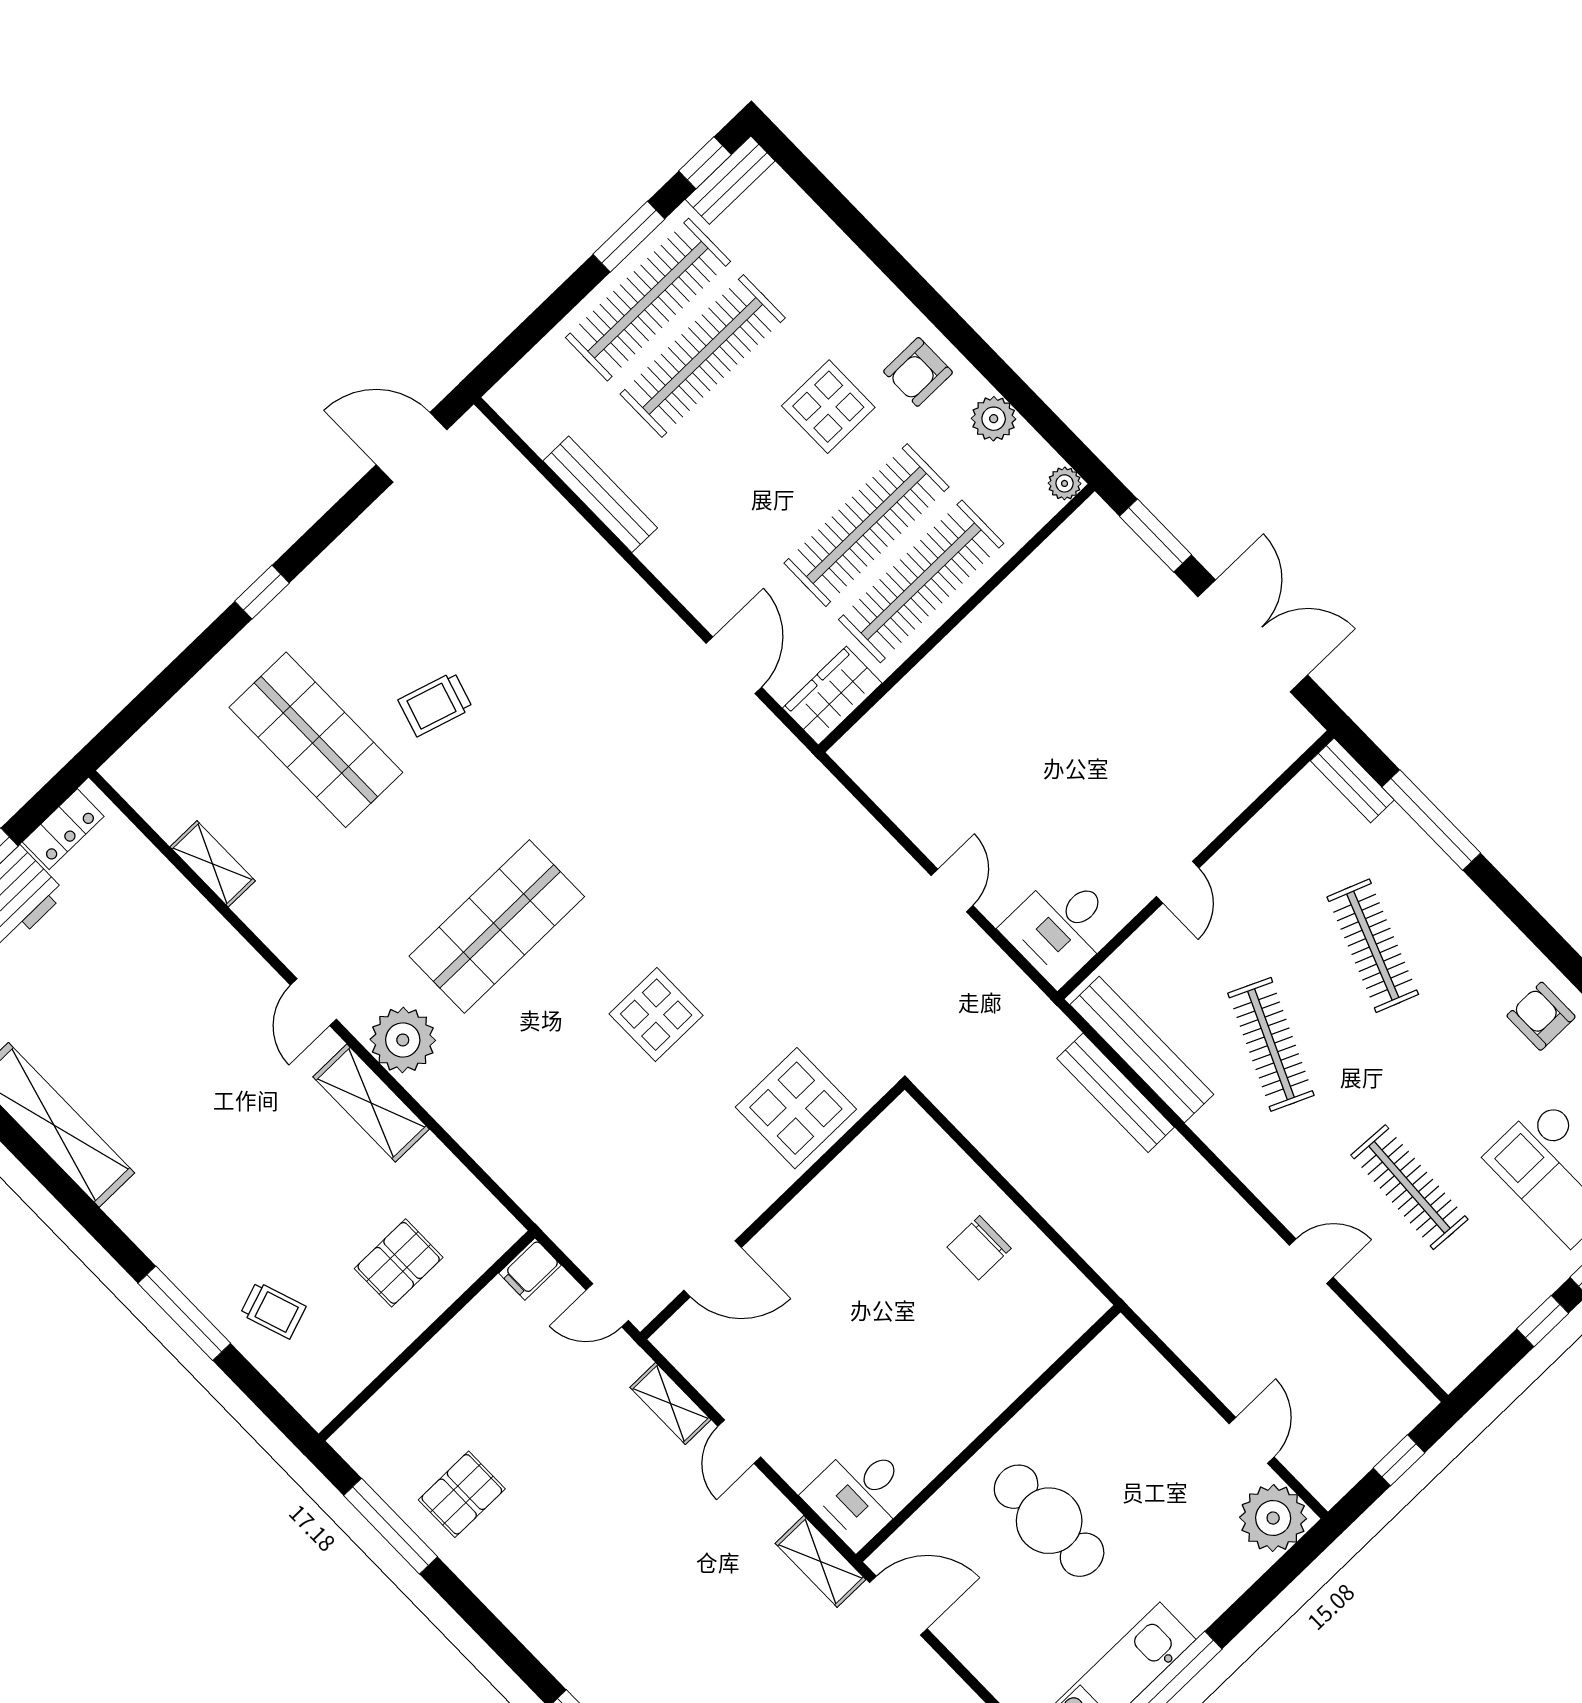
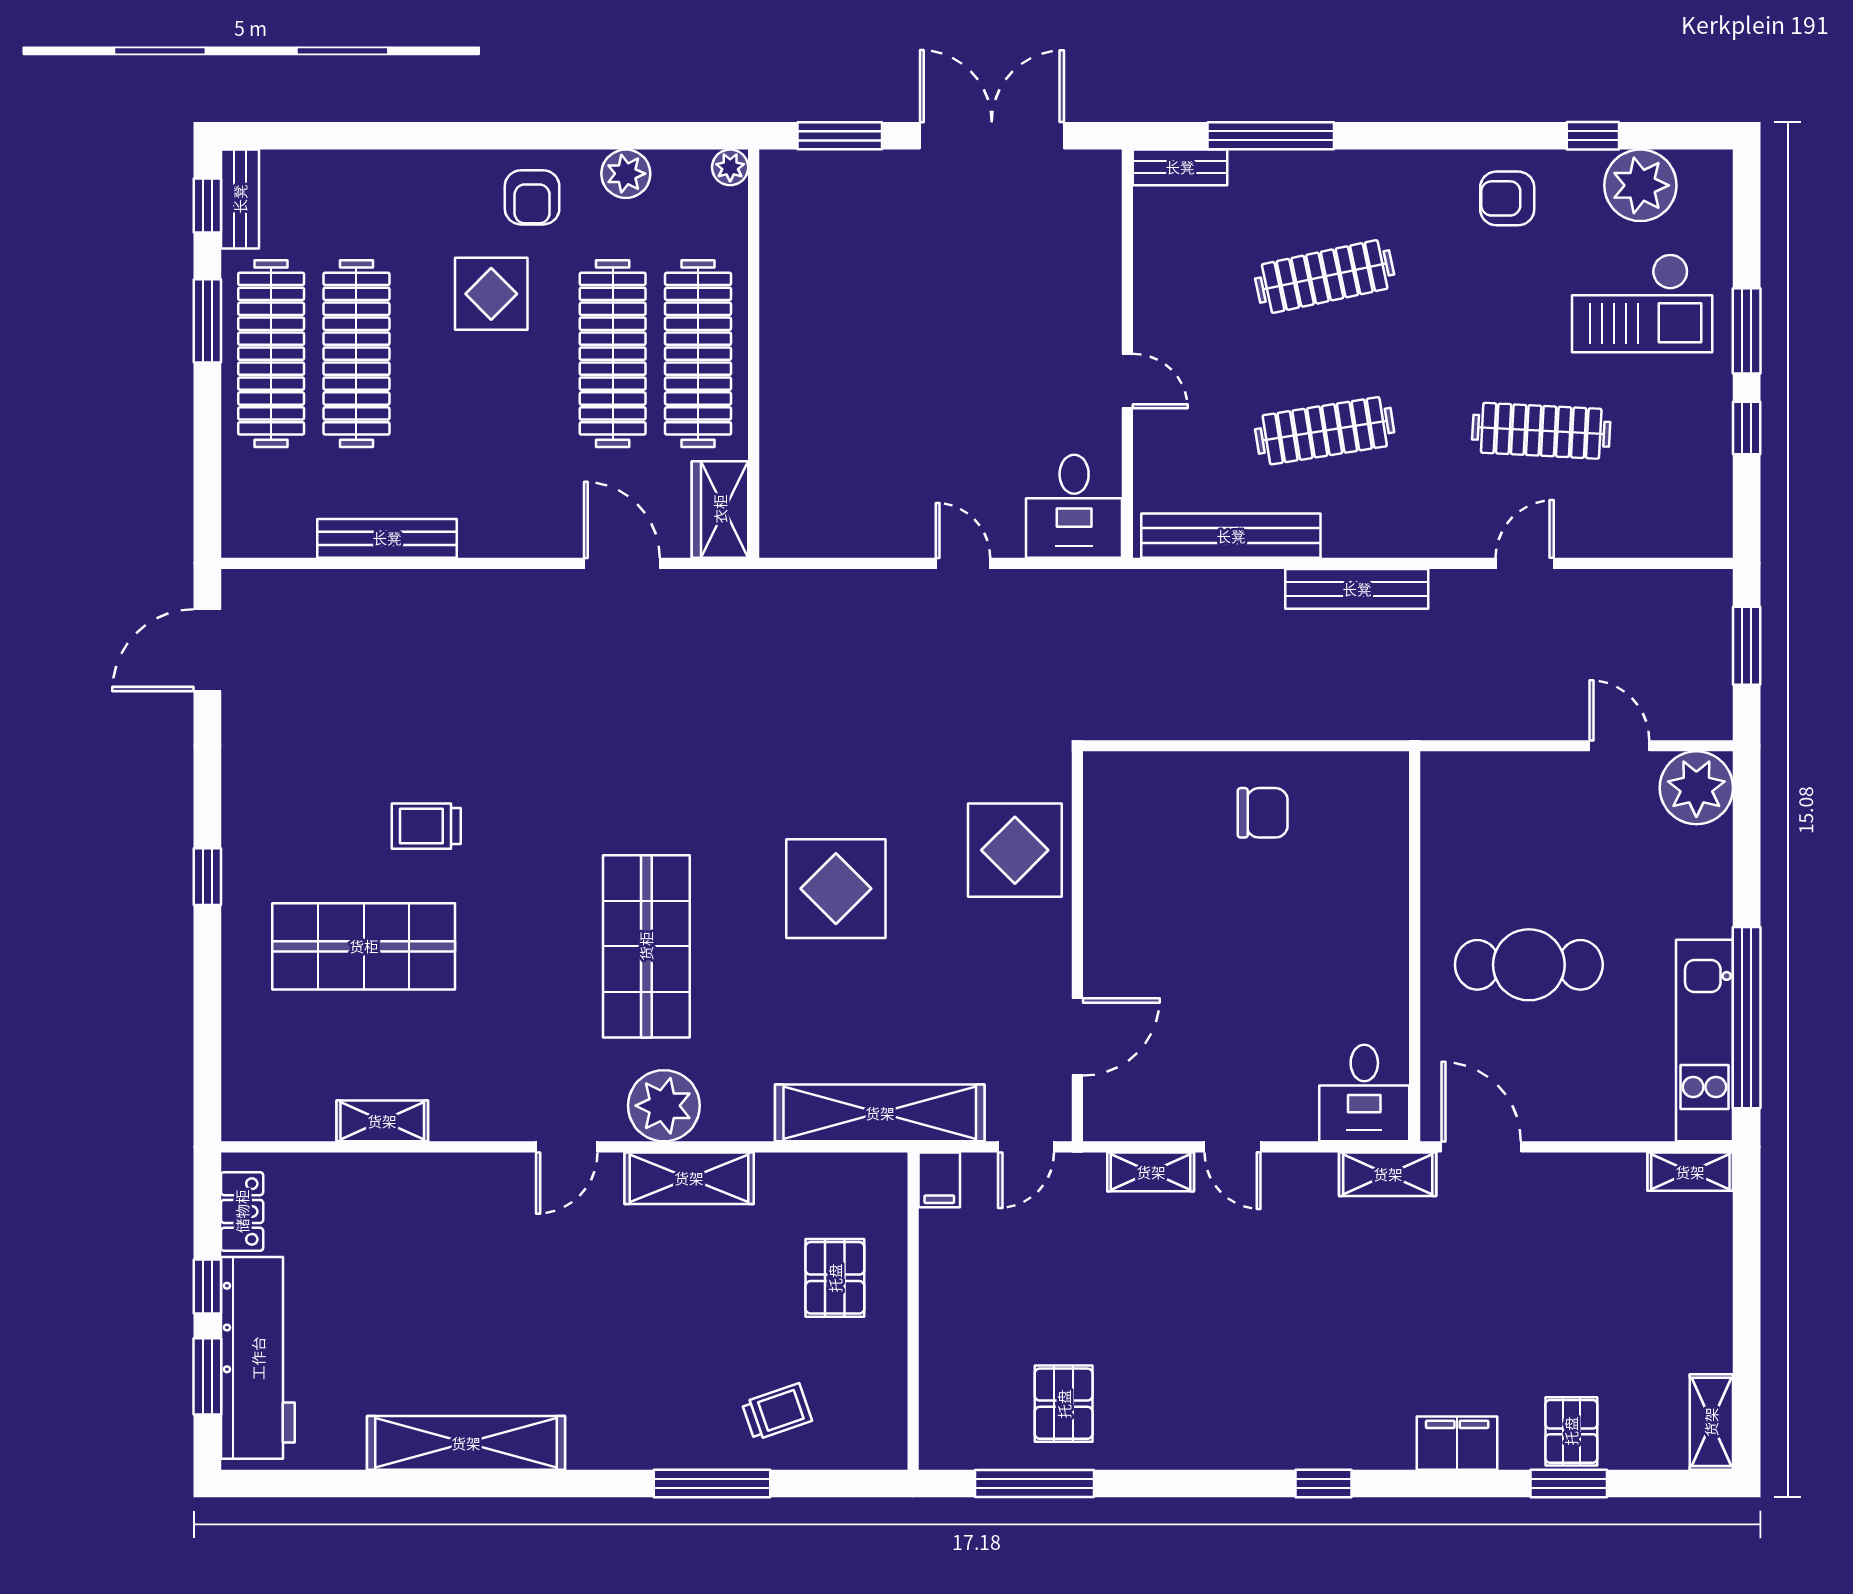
trolley: (435, 704) -> (426, 826), turned 73
clothes rail: (1373, 946) -> (1325, 276), turned -33
door: (313, 1002) -> (567, 1147), hinge flipped
display table: (656, 1015) -> (836, 889), width x1.36, depth x1.36
clothes rail: (1271, 1044) -> (1325, 431), turned -33
bench: (1116, 1093) -> (1357, 589), moved
shelving: (536, 1187) -> (880, 1113), added
chair: (979, 1248) -> (1263, 813), turned -90
window: (1399, 1460) -> (1747, 646), width x1.50
door: (898, 1606) -> (1481, 1147), hinge flipped

